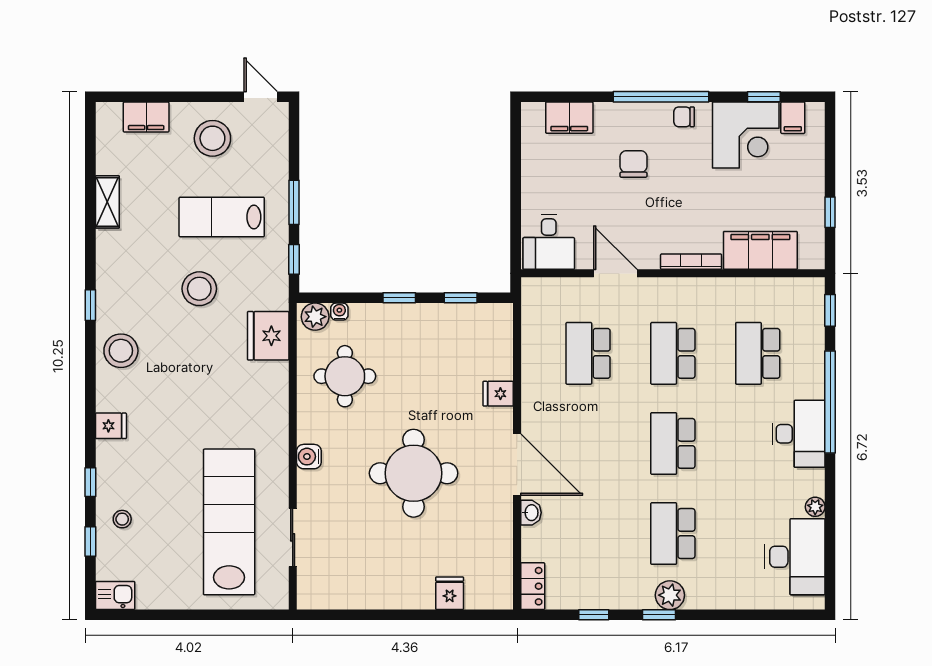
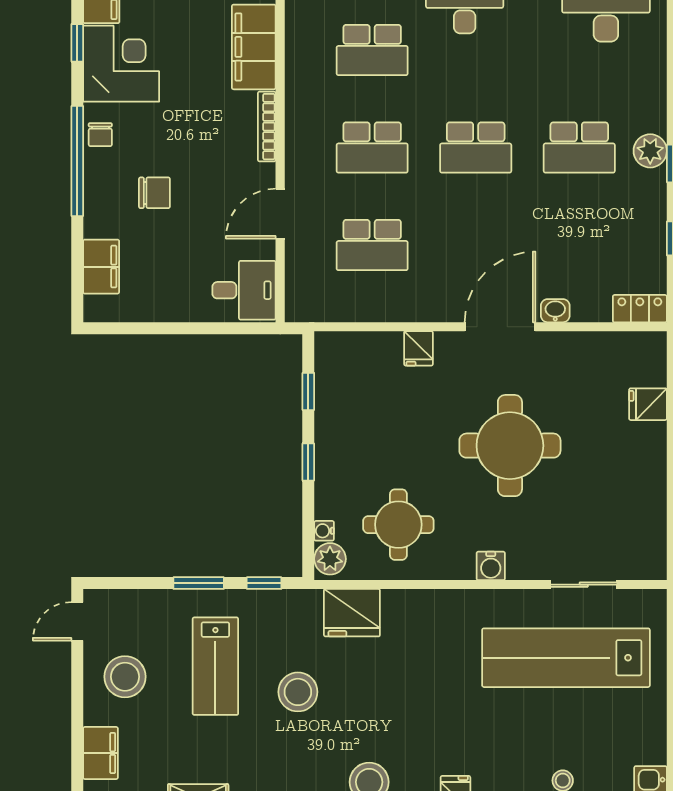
chair: (633, 164) -> (154, 193), turned 180

